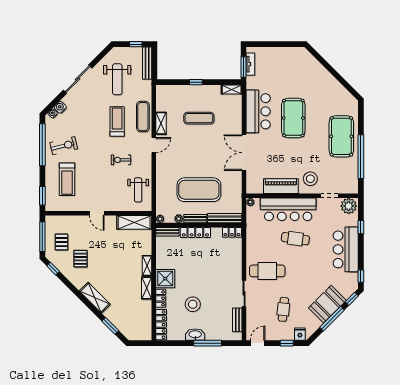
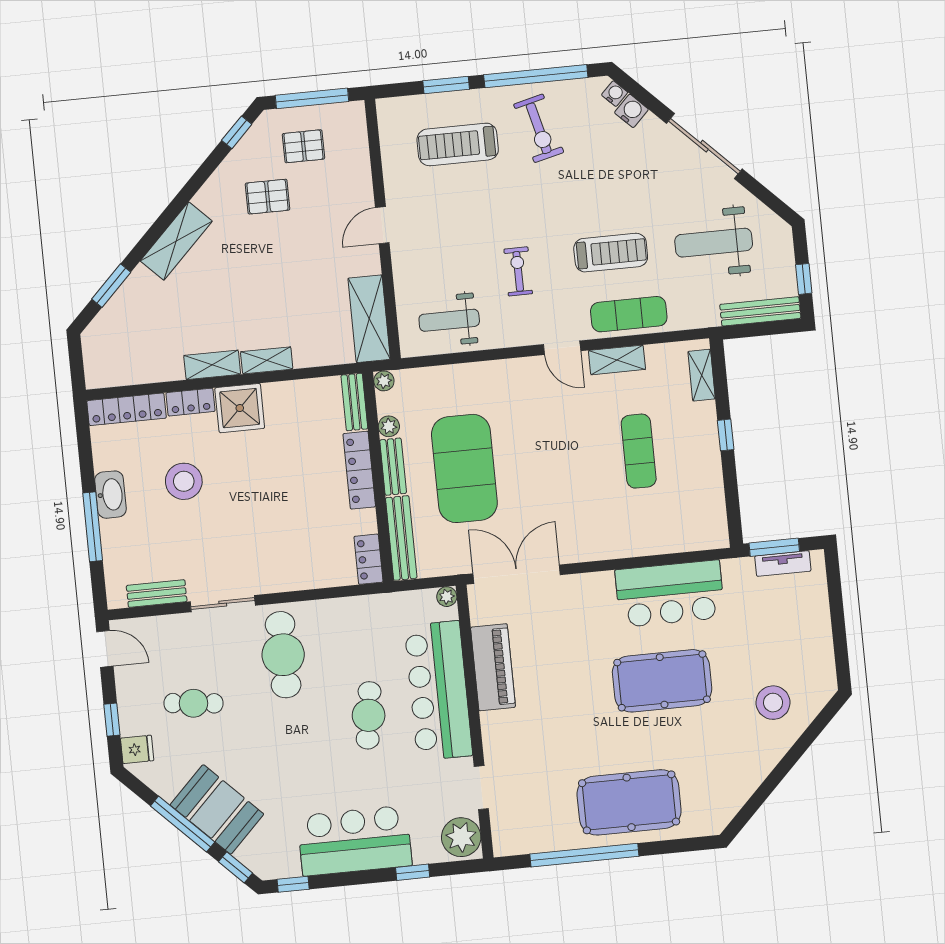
shelving: (232, 90) -> (702, 375), moved
double door: (244, 153) -> (517, 574), moved
stool: (310, 179) -> (773, 703), moved
window: (42, 196) -> (446, 85), moved

